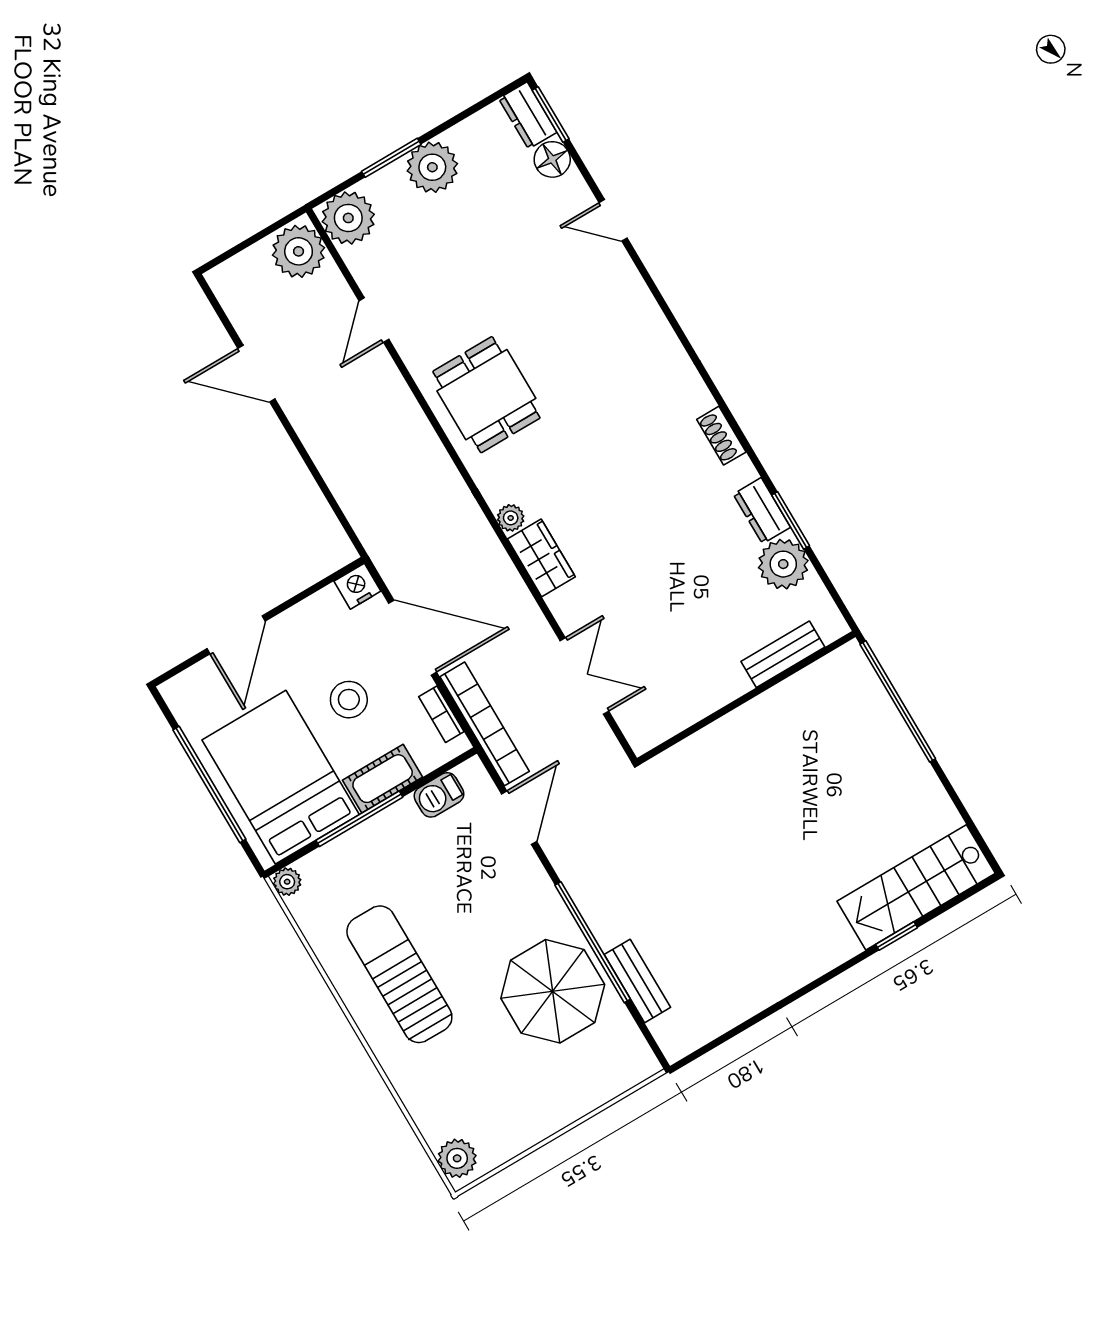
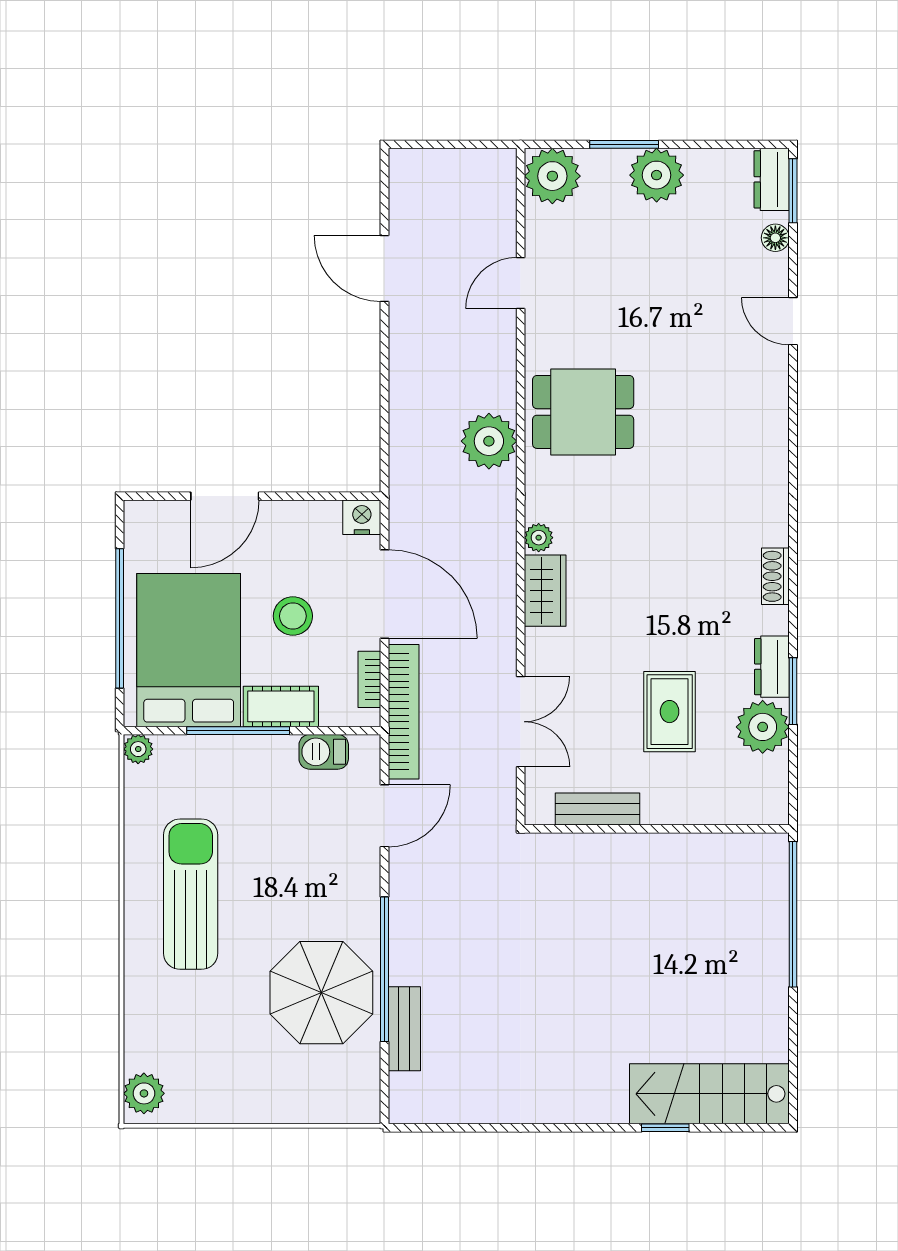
floor lamp: (552, 159) -> (775, 238), width x0.73, depth x0.73
plant: (299, 251) -> (489, 441), moved
dining table: (486, 395) -> (583, 412), turned 90
rug: (700, 596) -> (670, 712), added
bench: (783, 654) -> (597, 809), moved

